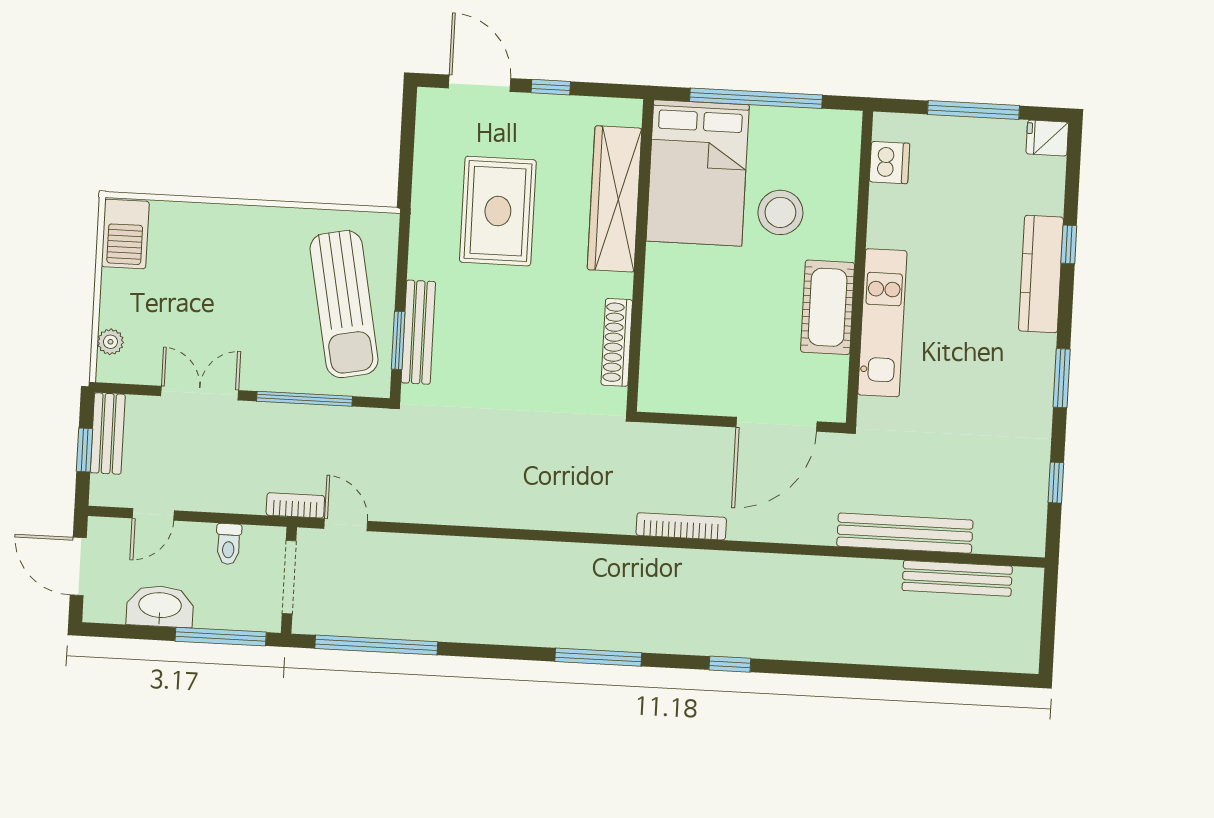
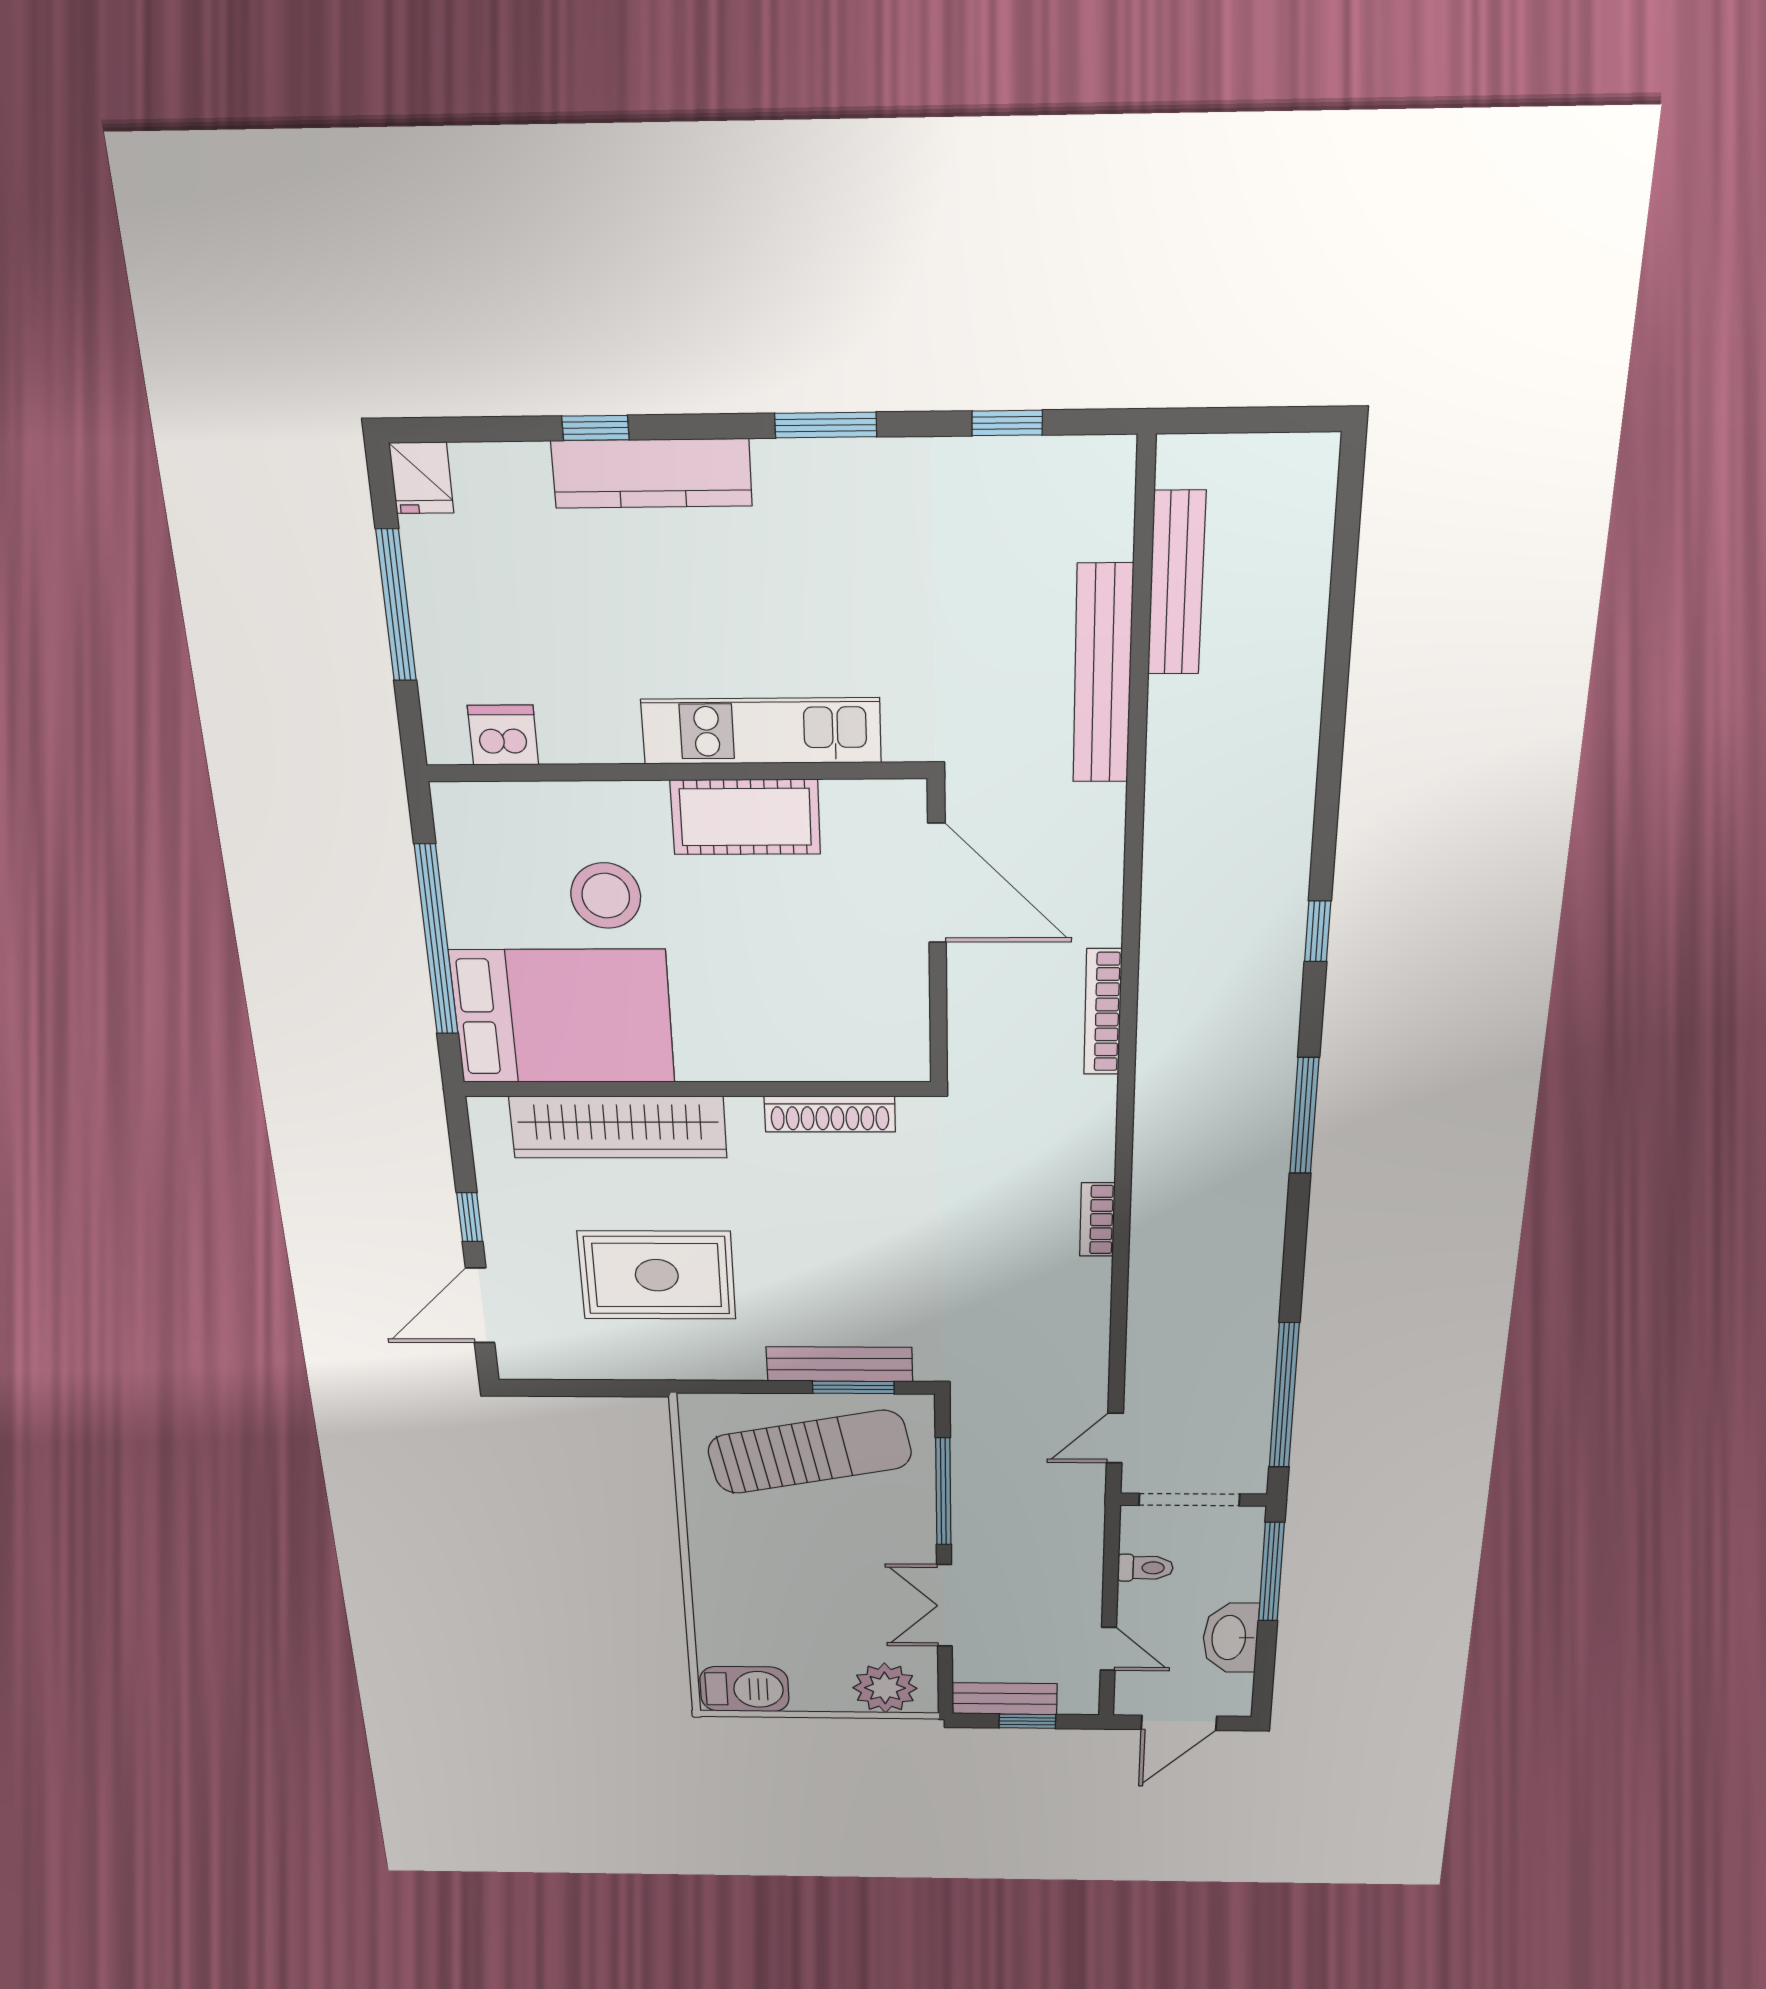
plant: (110, 342) -> (885, 1688), width x1.87, depth x1.87
bookcase: (295, 505) -> (1097, 1220), moved

